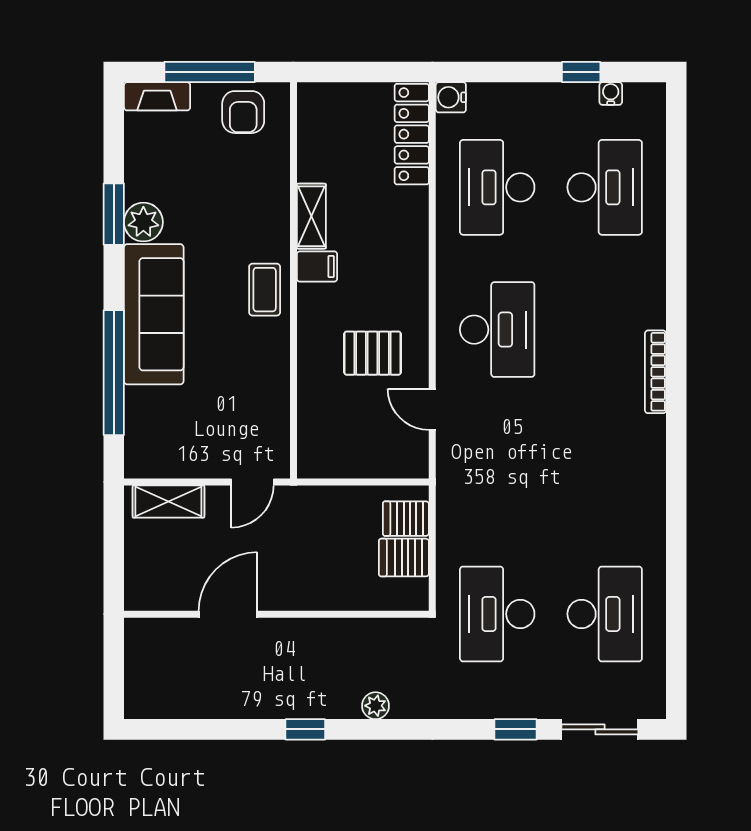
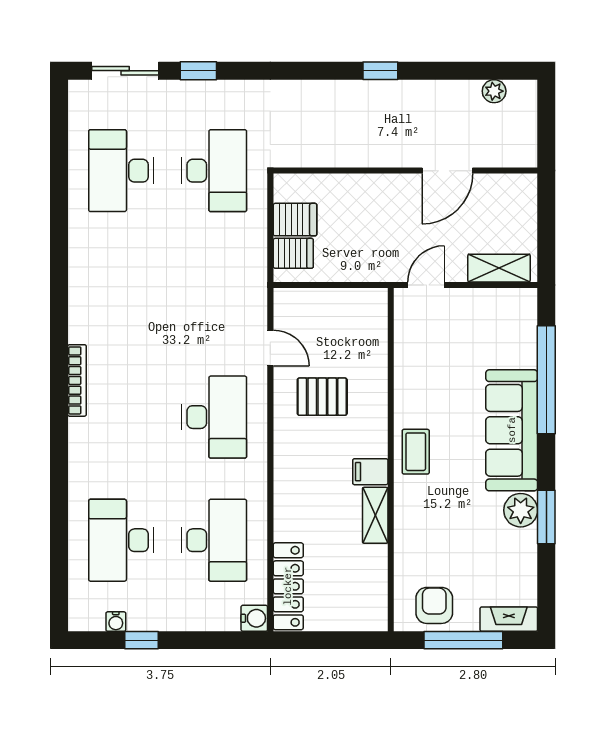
desk: (497, 330) -> (214, 417), turned 180
plant: (376, 706) -> (494, 91), moved

